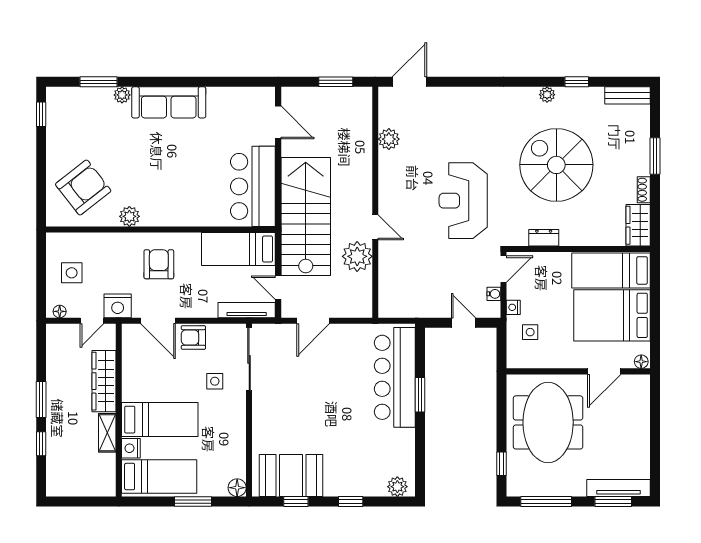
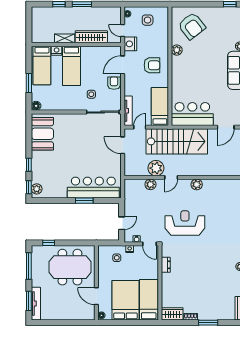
plant: (389, 139) -> (197, 184), moved
spiral stairs: (556, 165) -> (203, 271), removed
plant: (389, 267) -> (150, 184), added
window: (296, 502) -> (29, 187), moved

